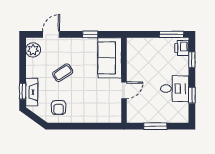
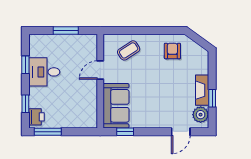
window: (90, 34) -> (125, 132), moved
coffee table: (63, 73) -> (129, 50), moved
window: (23, 91) -> (212, 98), moved
fireplace: (32, 92) -> (202, 90), moved

